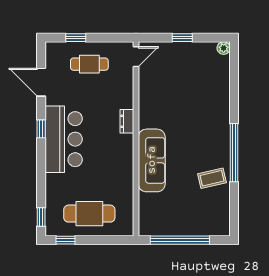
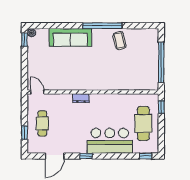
window: (182, 38) -> (24, 40), moved
bar counter: (64, 139) -> (110, 141), moved
sofa: (152, 160) -> (70, 37), moved, turned 180
window: (65, 240) -> (161, 107), moved

